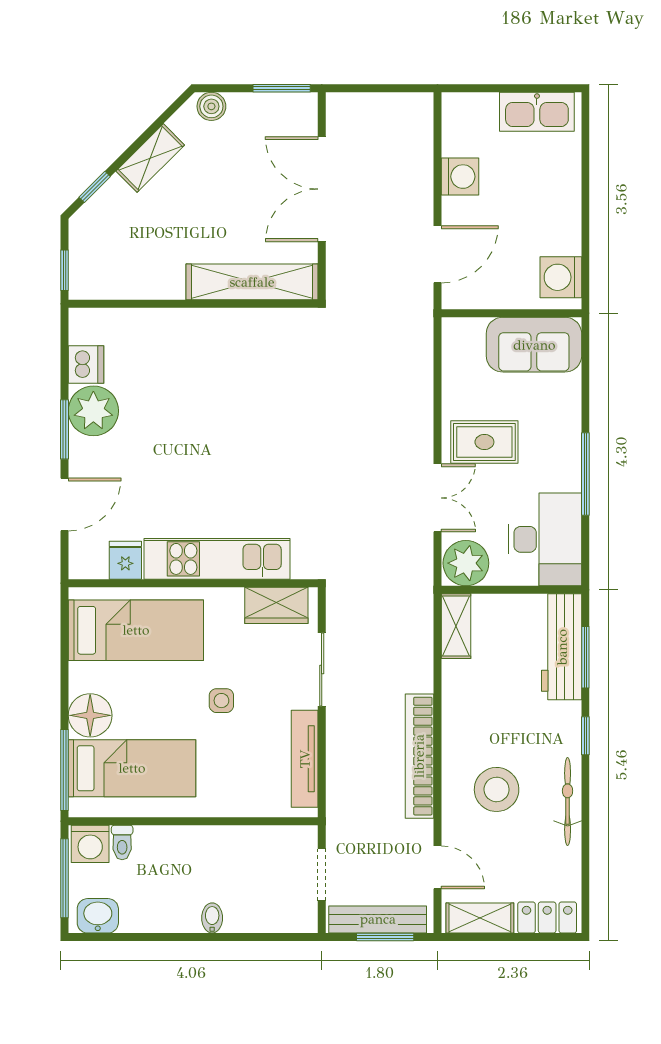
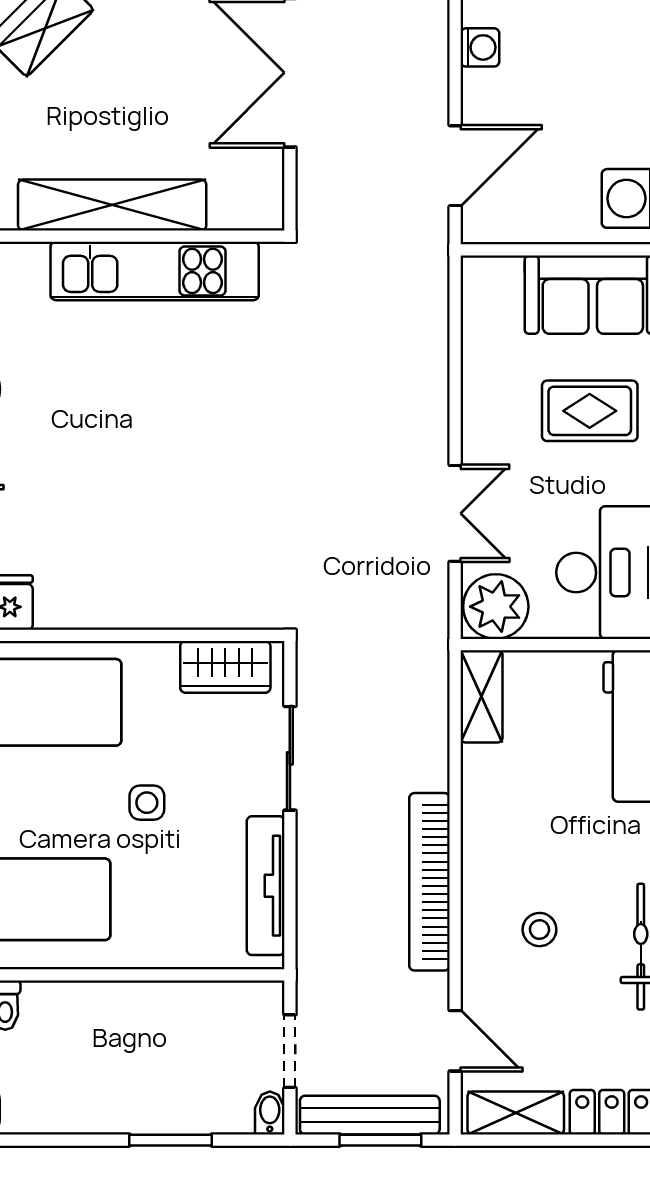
washing machine: (460, 177) -> (480, 47), width x0.73, depth x0.73
shelving: (252, 282) -> (112, 205), moved
rug: (484, 442) -> (590, 411), moved
kitchen unit: (217, 559) -> (155, 271), moved, turned 180
stool: (497, 789) -> (539, 930), width x0.53, depth x0.53
bidet: (212, 918) -> (270, 1113), moved
window: (238, 937) -> (170, 1140), added

